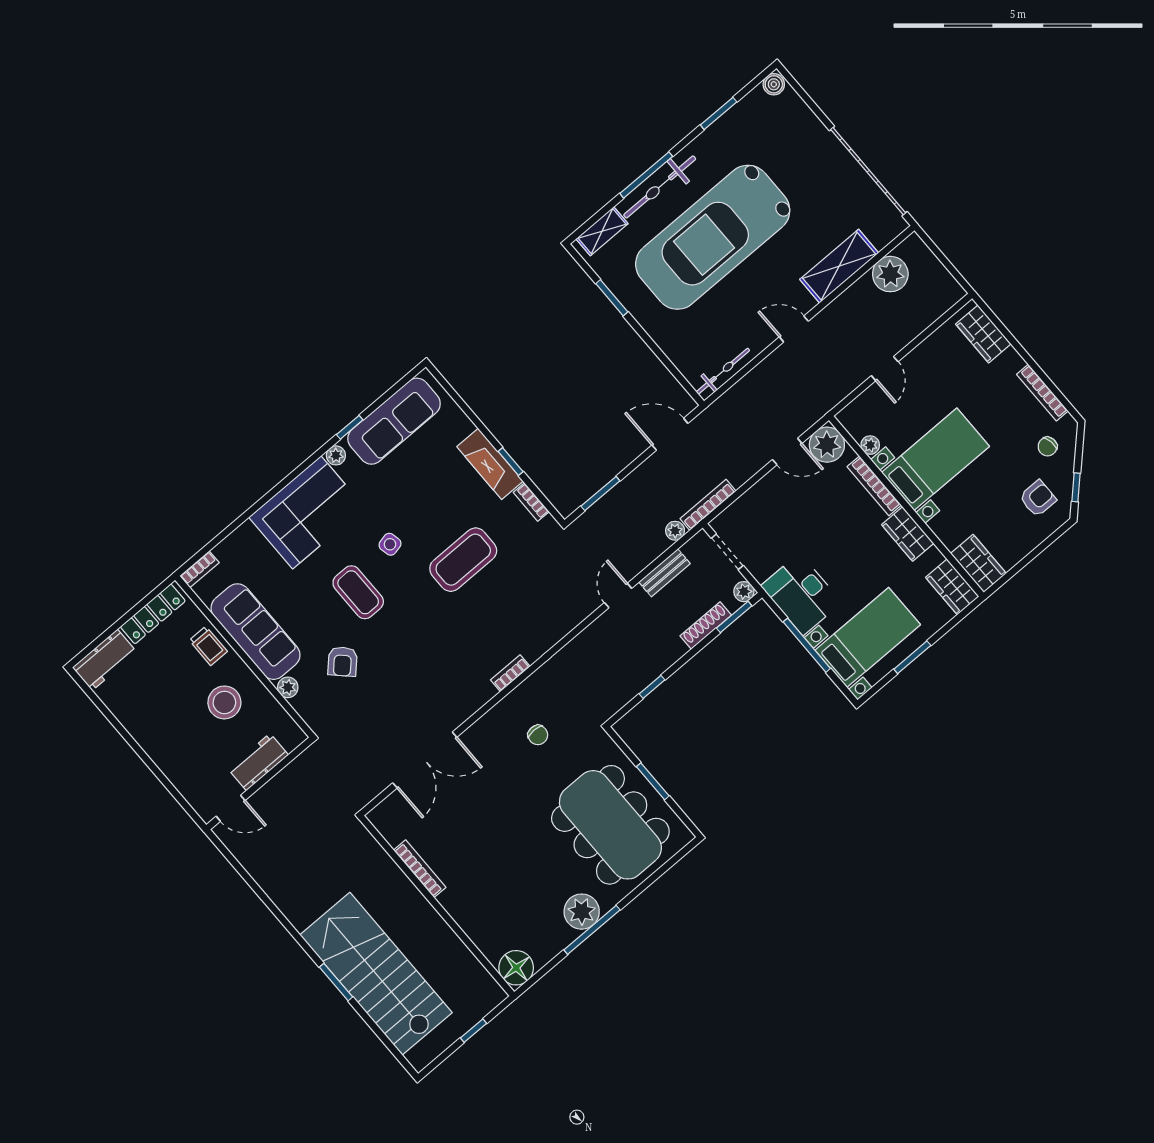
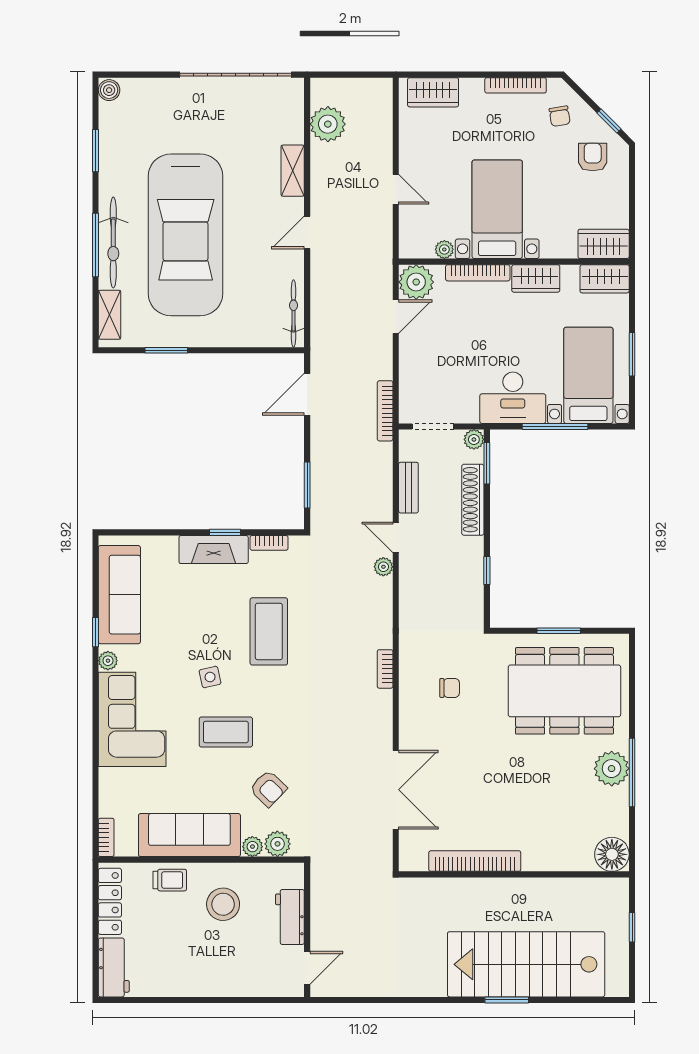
shelving: (839, 266) -> (293, 171), width x0.67, depth x0.75
plant: (675, 531) -> (383, 567), moved
shoe rack: (706, 626) -> (473, 500), width x1.36, depth x1.24
plant: (306, 705) -> (277, 844), added
bookcase: (420, 869) -> (475, 861), width x1.48, depth x1.31

